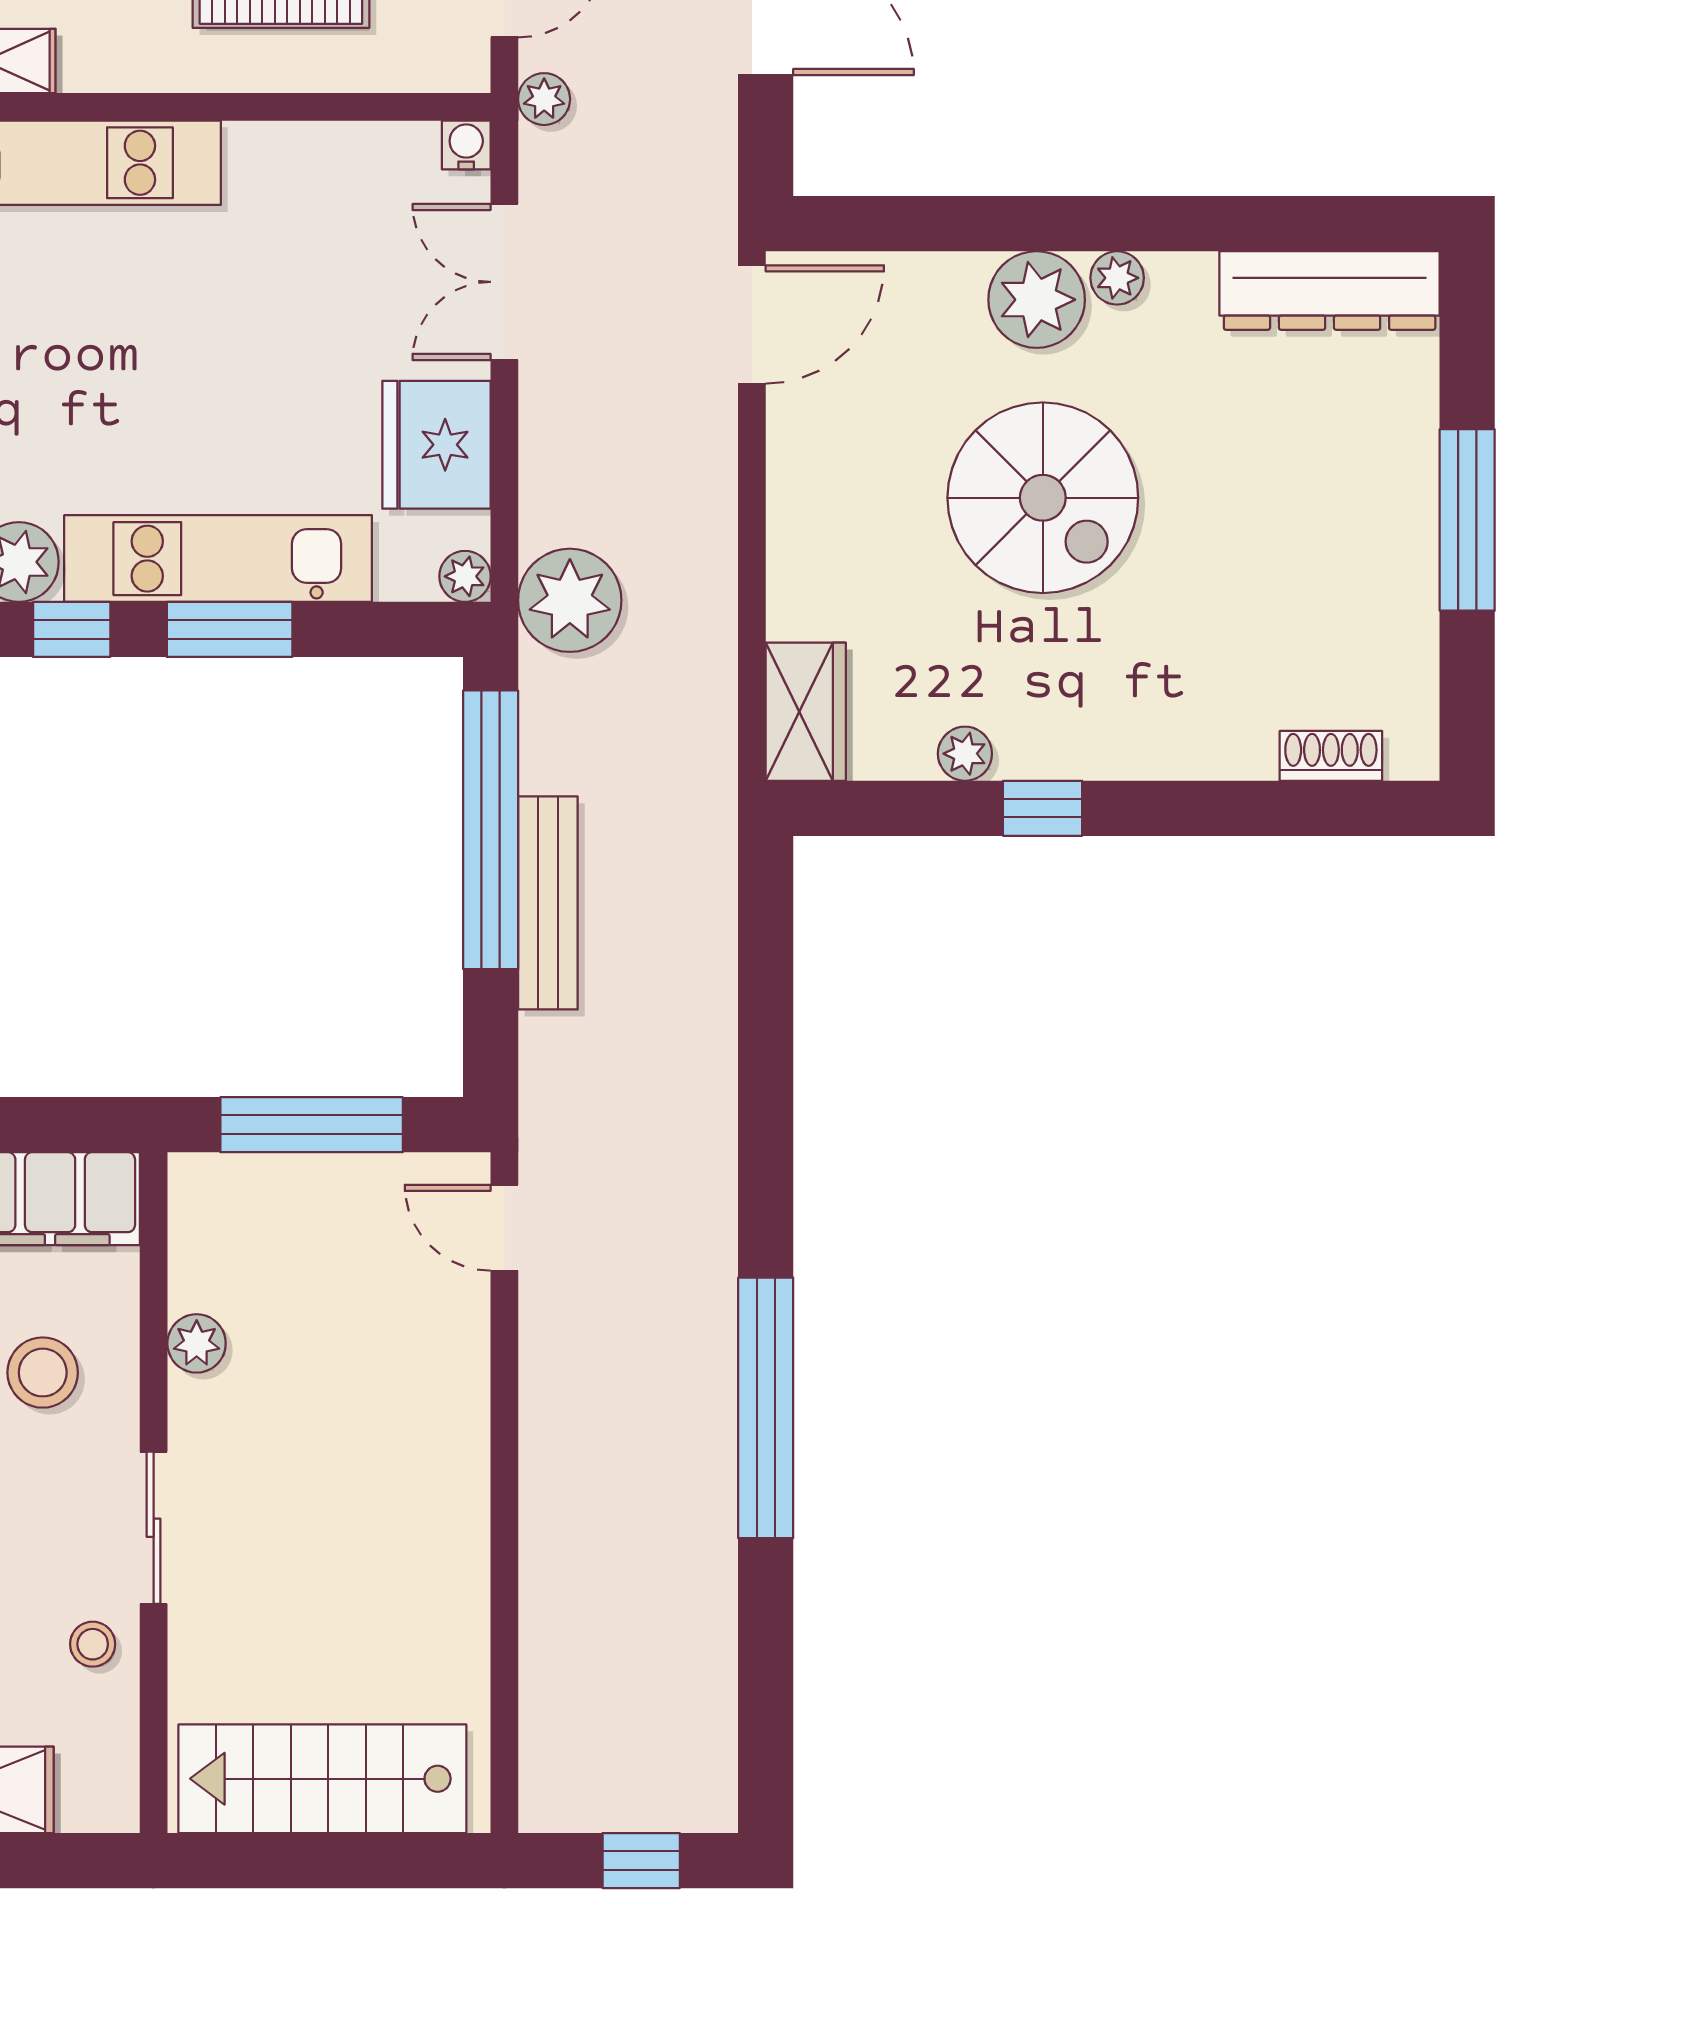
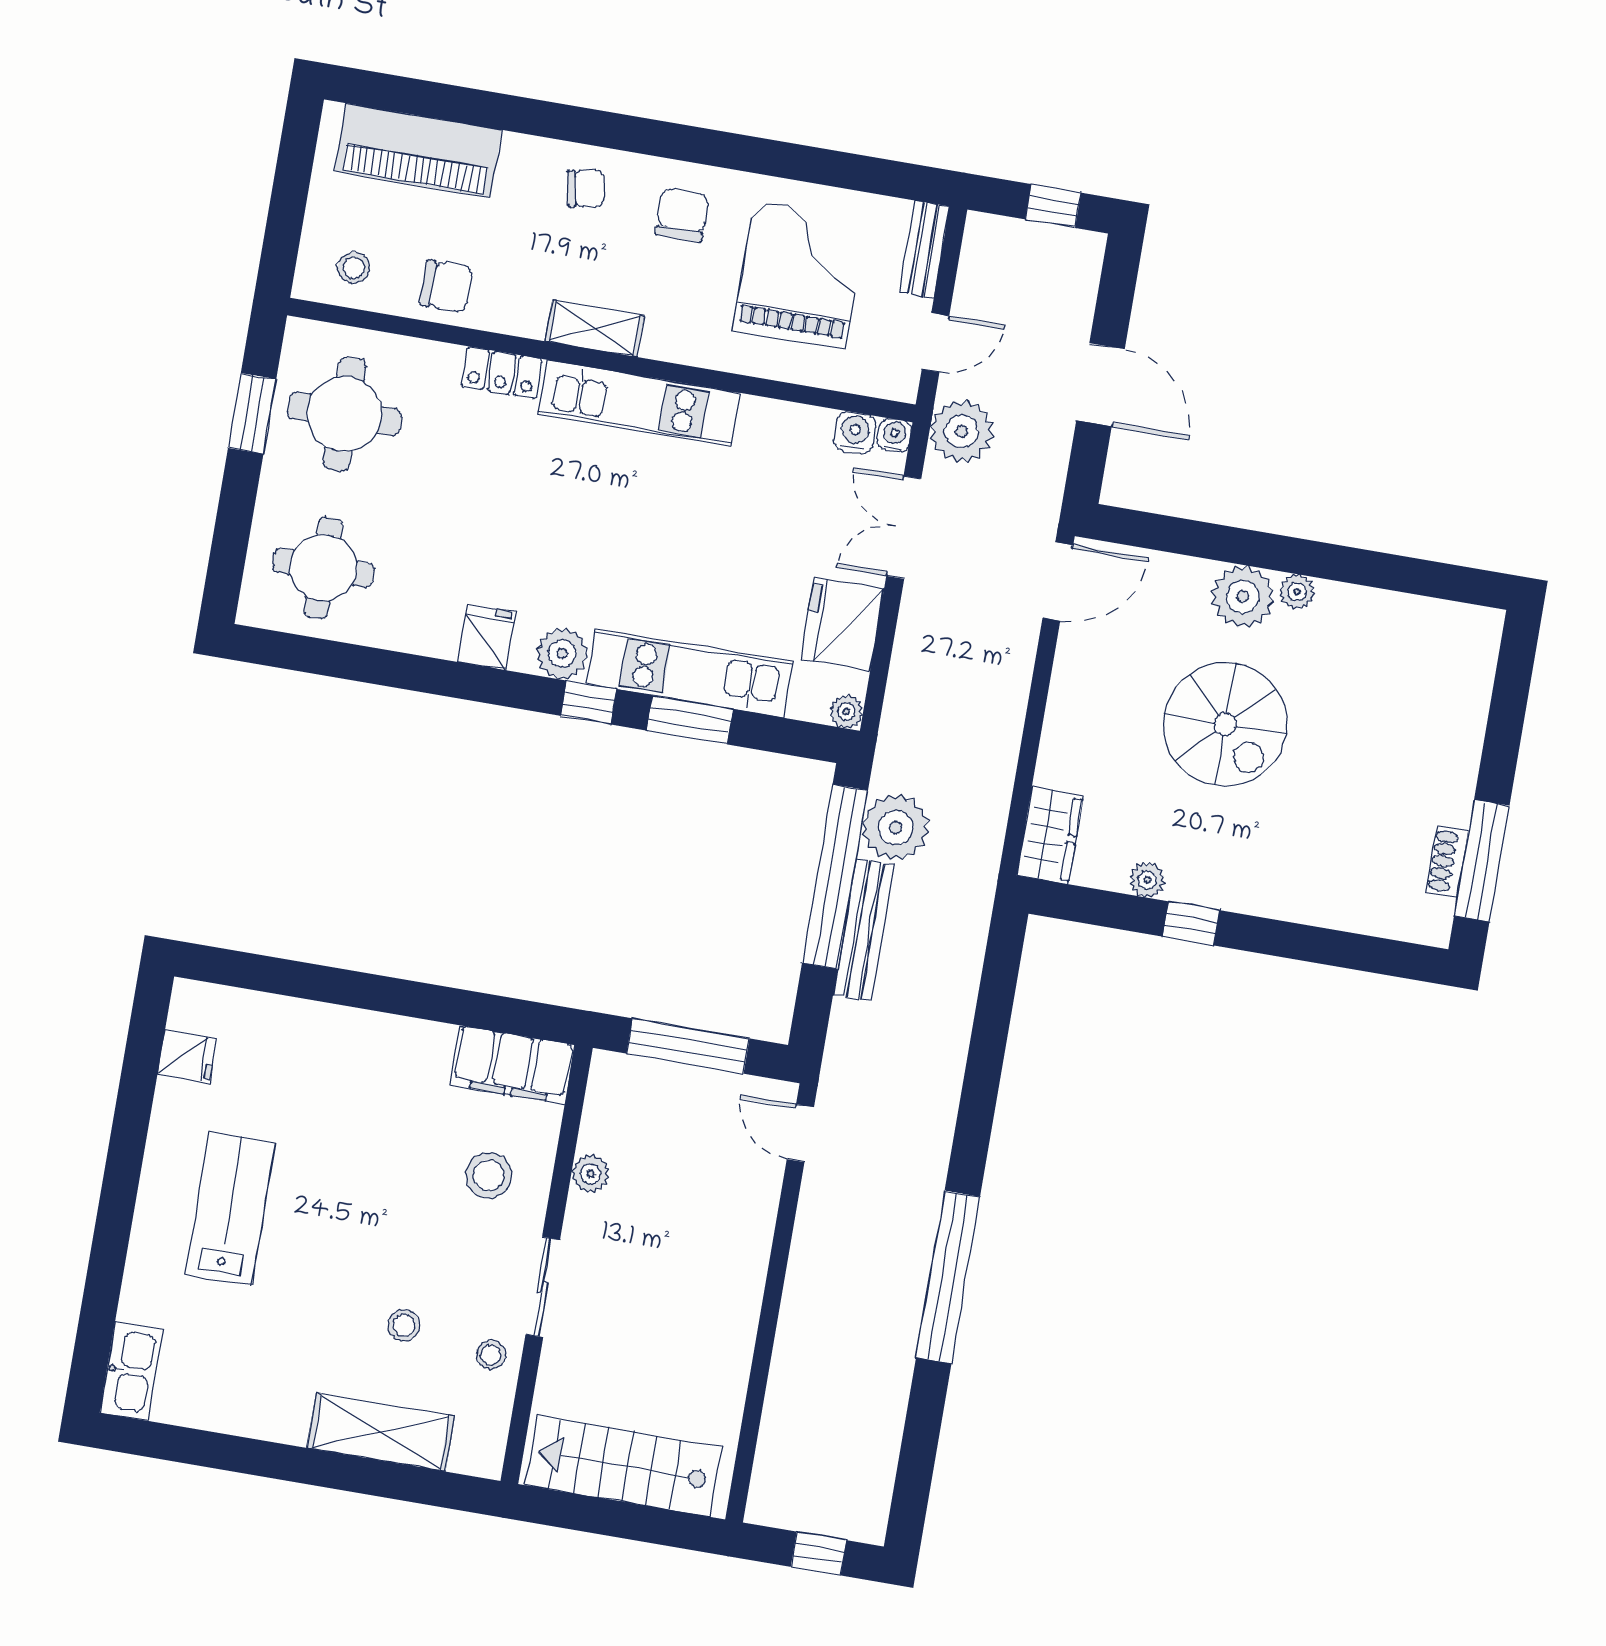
plant: (544, 99) -> (961, 431), width x1.88, depth x1.88
water cooler: (406, 151) -> (855, 433), added
dresser: (1330, 290) -> (1432, 623), removed
window: (1467, 520) -> (1482, 861), moved
plant: (570, 600) -> (896, 827), moved
shoe rack: (1331, 756) -> (1447, 862), moved, turned -90

